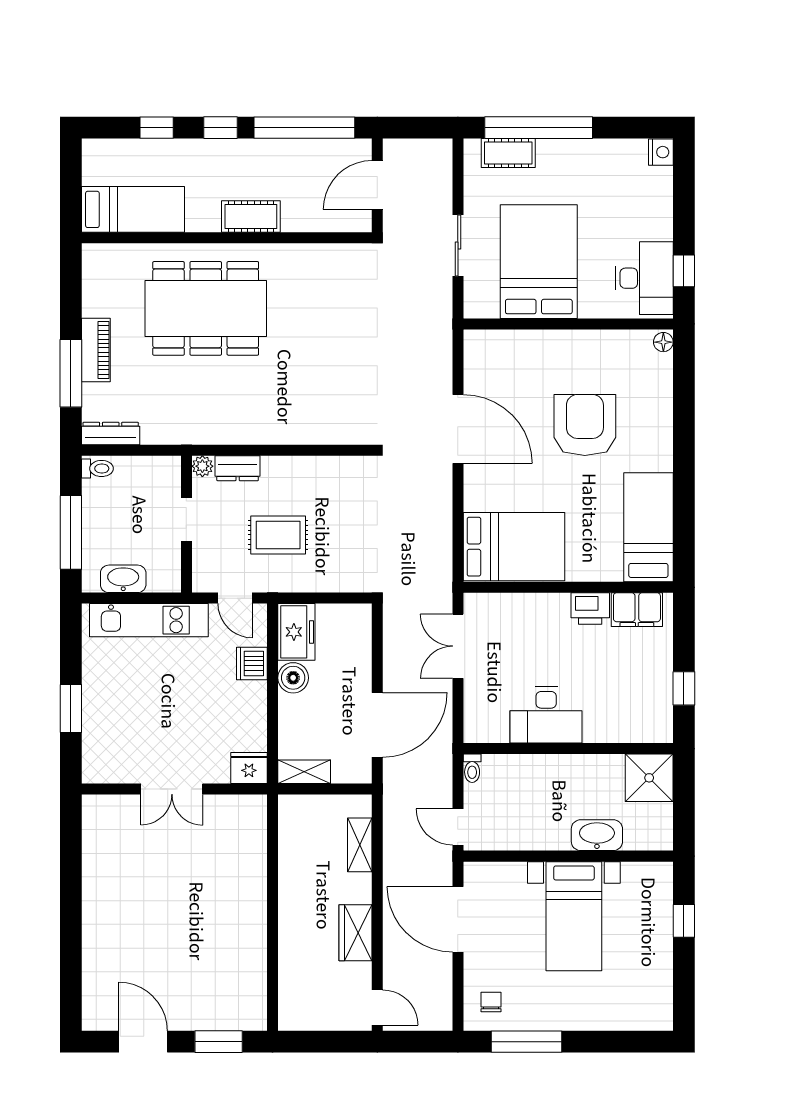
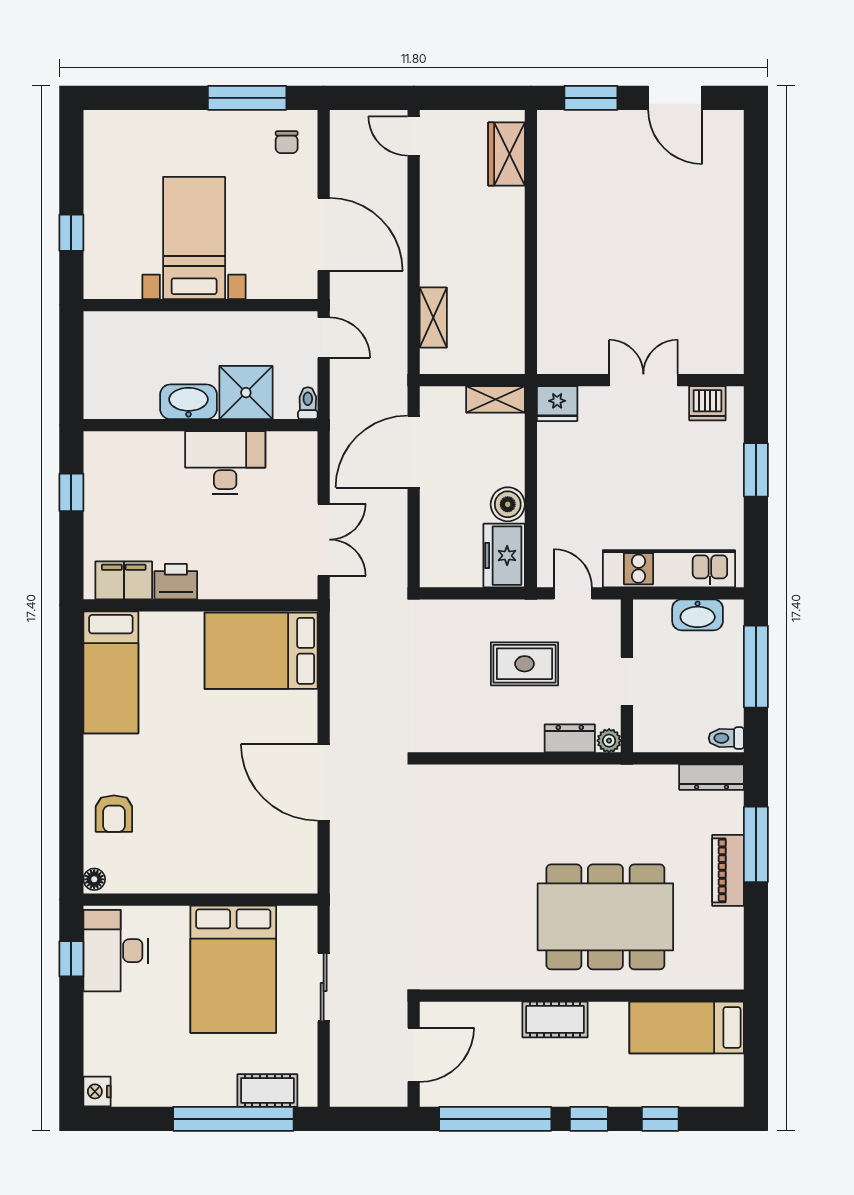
armchair: (585, 425) -> (114, 814), moved, width x0.53, depth x0.53
dishwasher: (252, 663) -> (707, 403), moved, turned 90
shower: (649, 778) -> (246, 393), moved
washbasin: (597, 835) -> (188, 402), moved, turned 180
wardrobe: (356, 933) -> (506, 154), moved, turned 180

